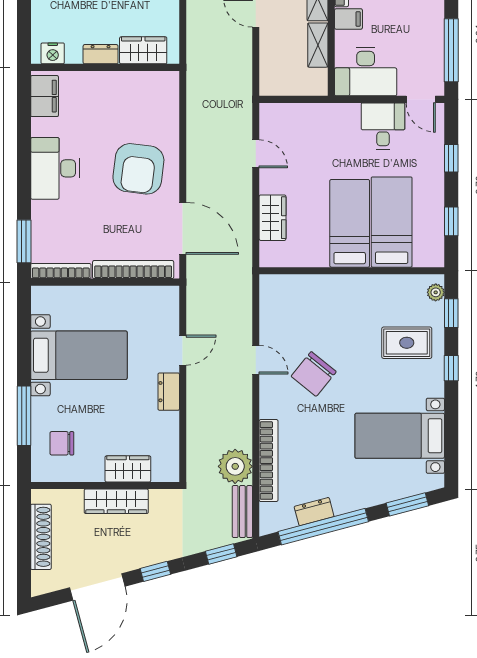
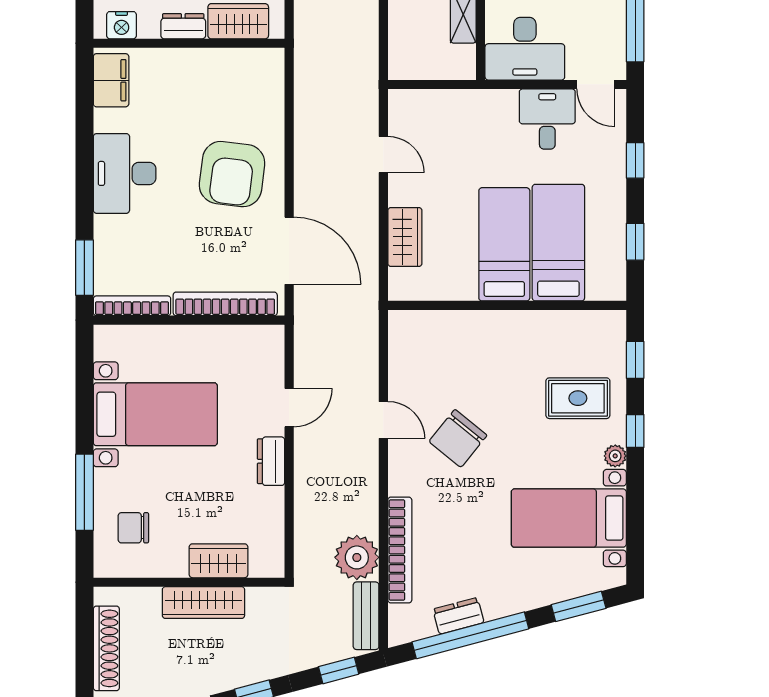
plant: (436, 292) -> (615, 456), moved

